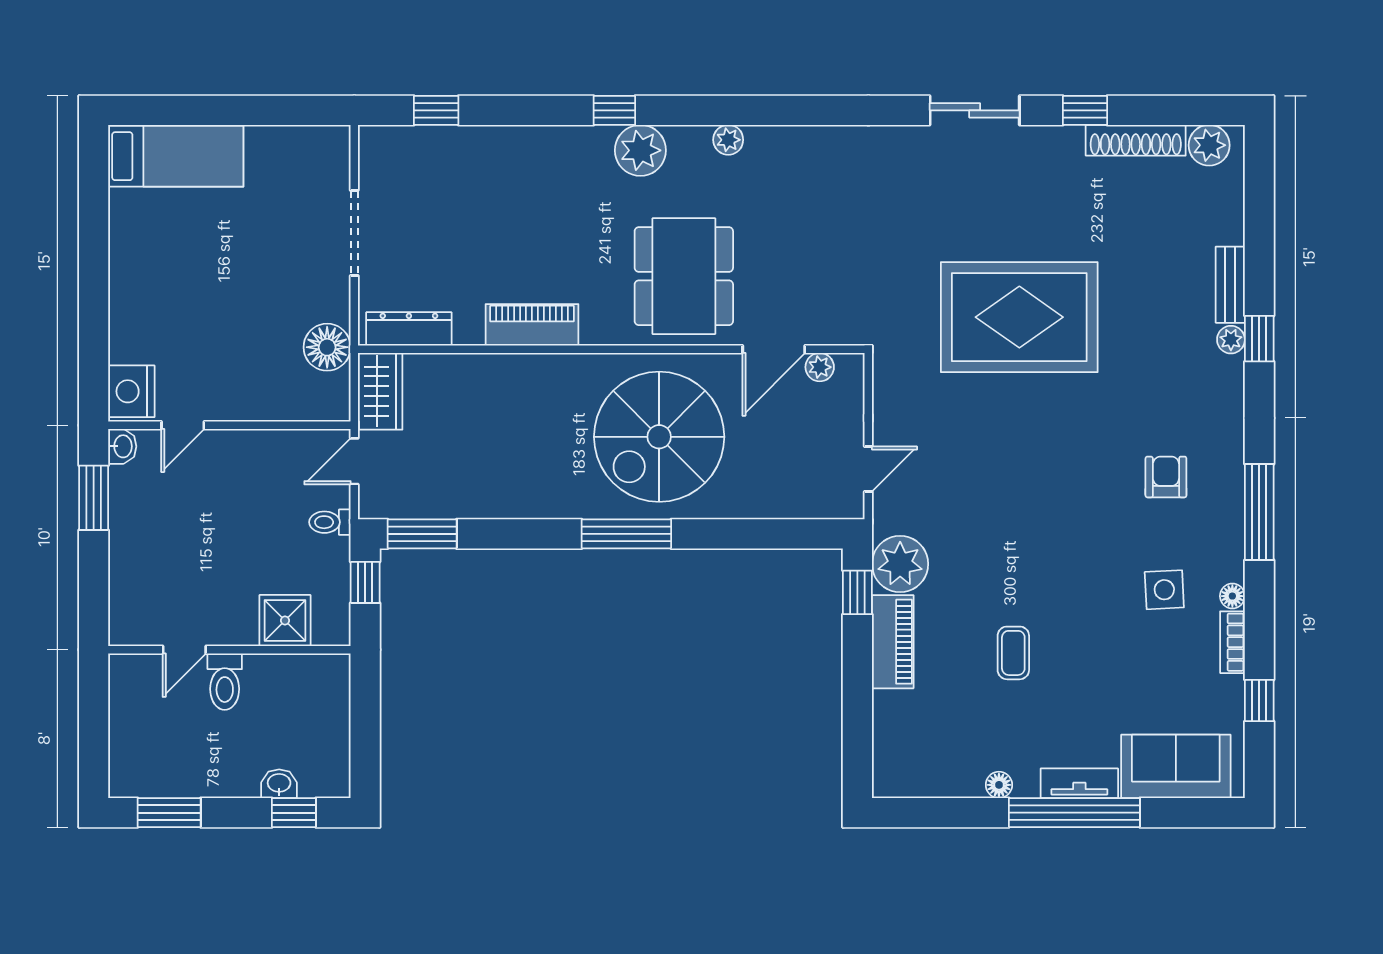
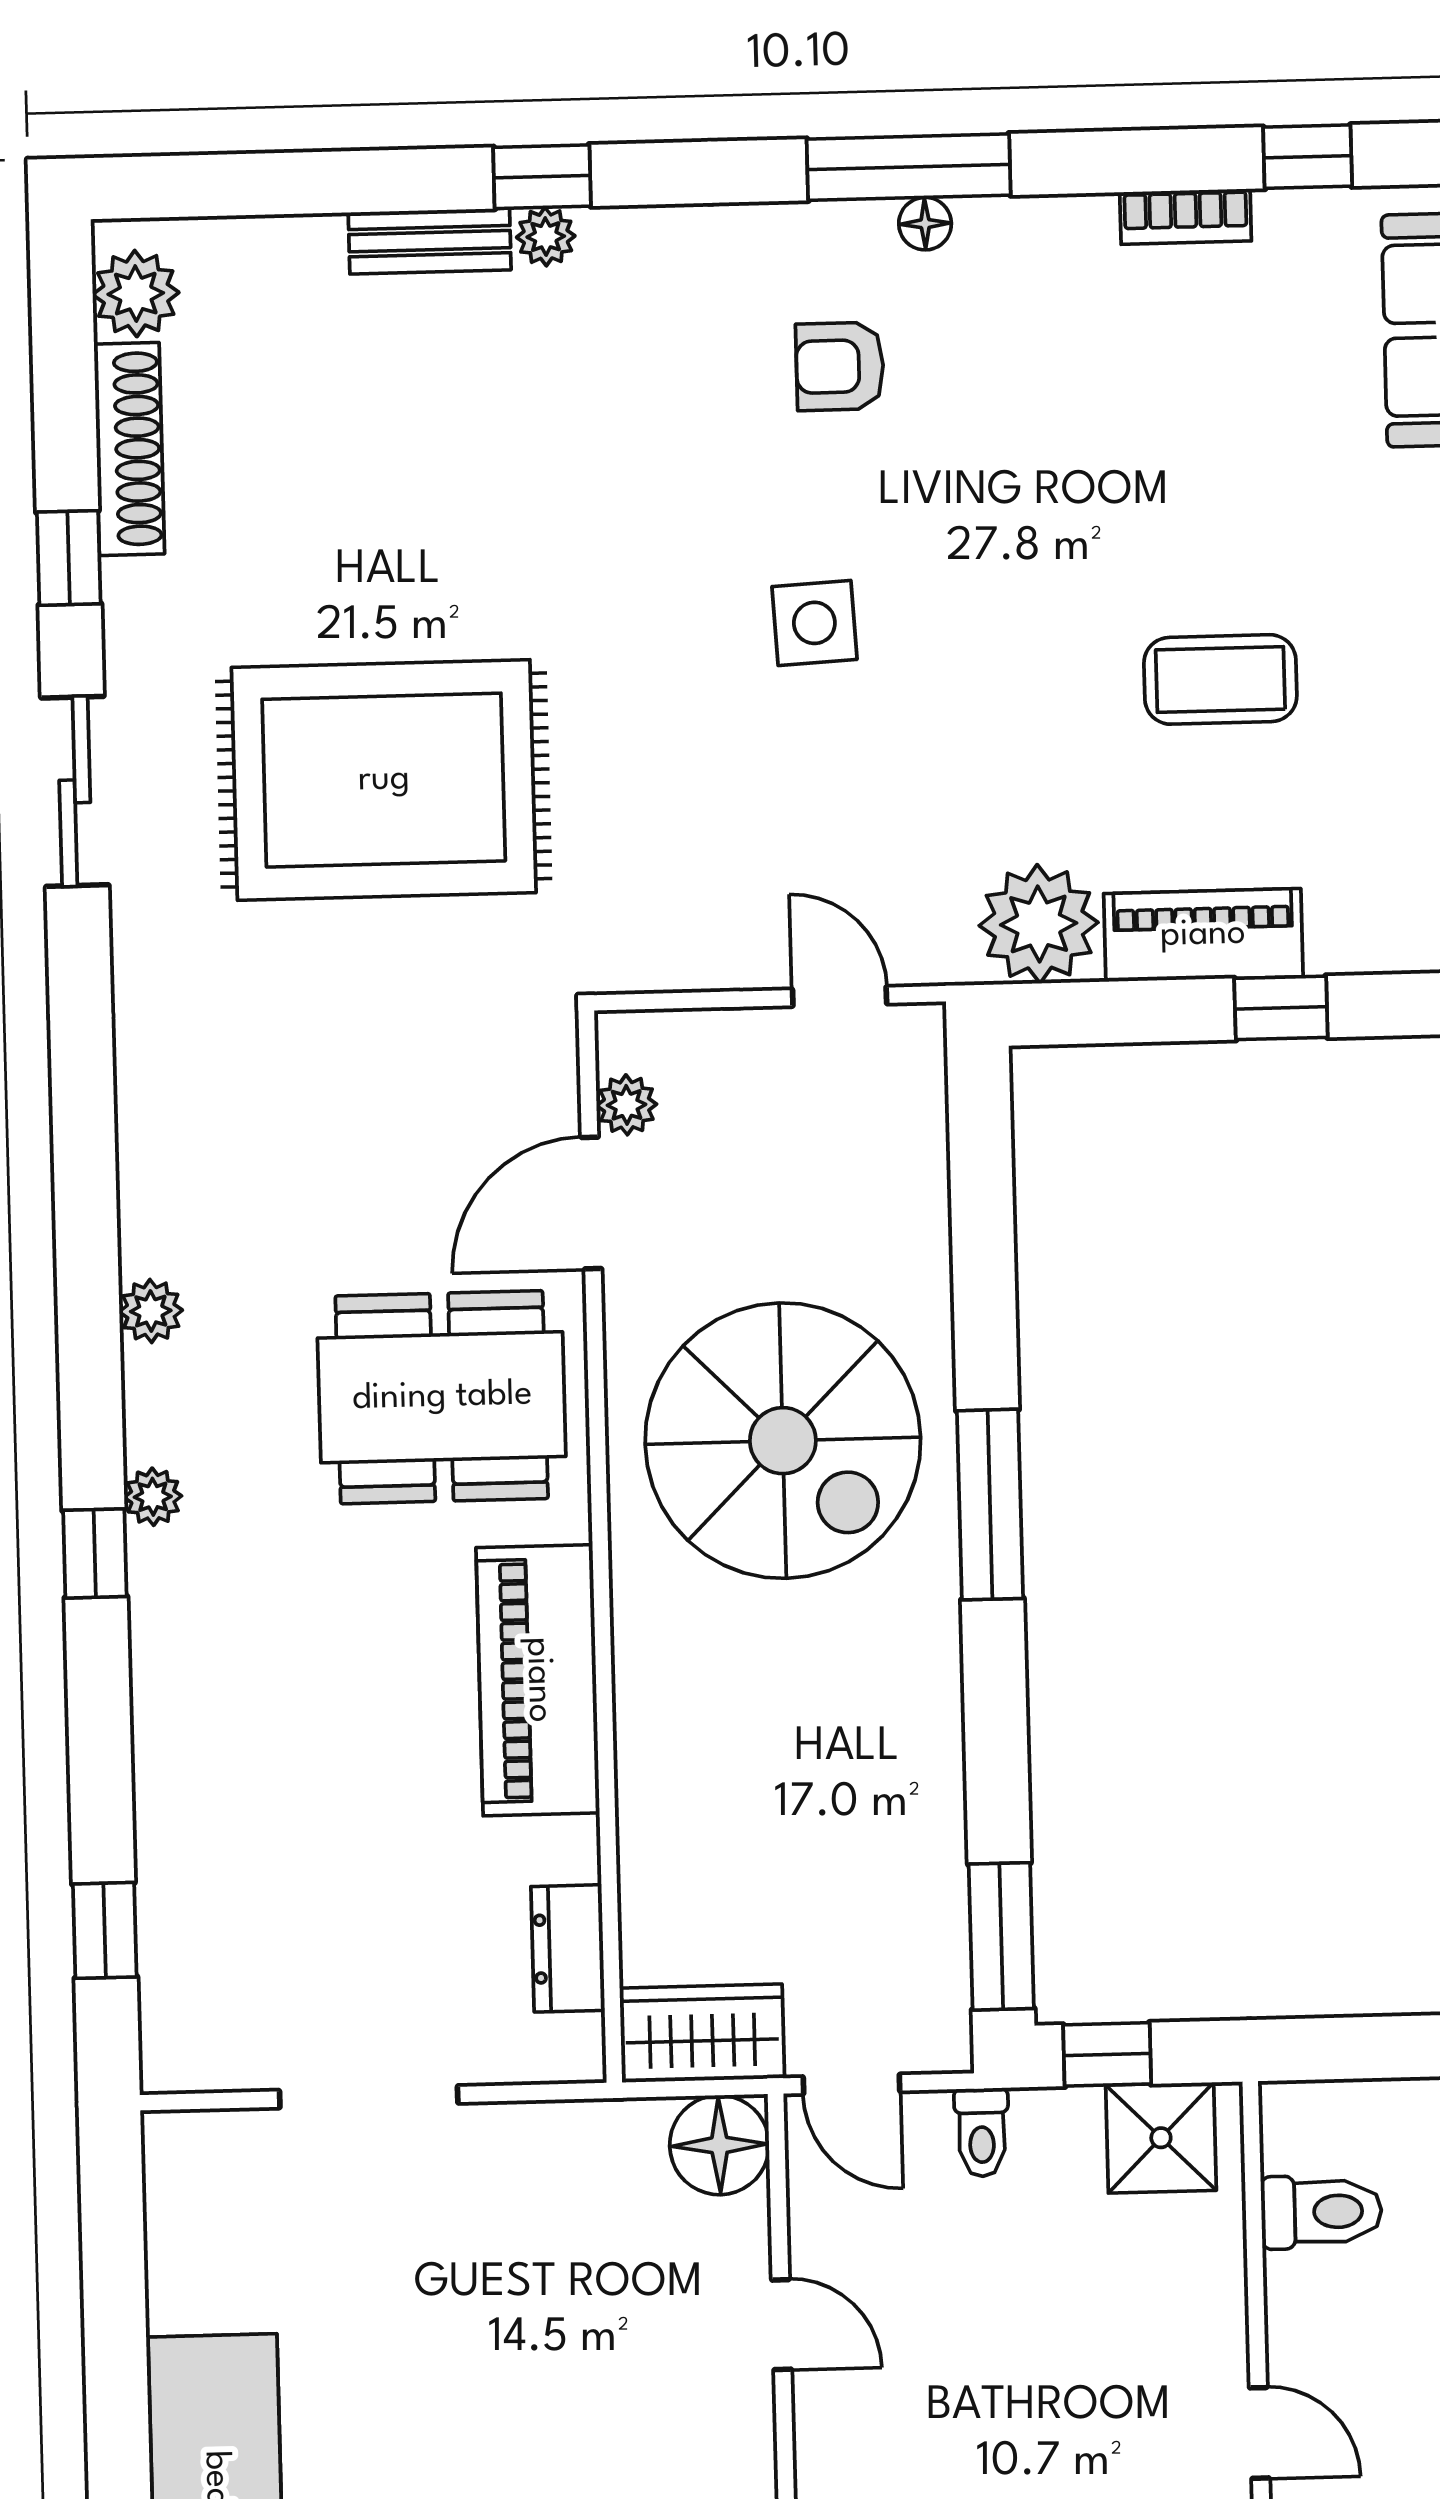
plant: (640, 150) -> (153, 1497), width x0.53, depth x0.53
rug: (1019, 317) -> (384, 780), moved, turned 90
piano: (532, 325) -> (538, 1680), width x1.37, depth x1.33
dresser: (409, 329) -> (568, 1948), width x0.70
floor lamp: (327, 347) -> (719, 2145), moved
door: (774, 349) -> (591, 1203), swing flipped
door: (183, 425) -> (782, 2325), moved
side table: (1164, 590) -> (814, 623), moved
window: (857, 592) -> (1281, 1008), moved
floor lamp: (1232, 596) -> (925, 224), moved
shower: (285, 621) -> (1161, 2138), moved
coffee table: (1013, 653) -> (1220, 679), width x1.36, depth x1.30
toilet: (225, 682) -> (1321, 2212), moved

